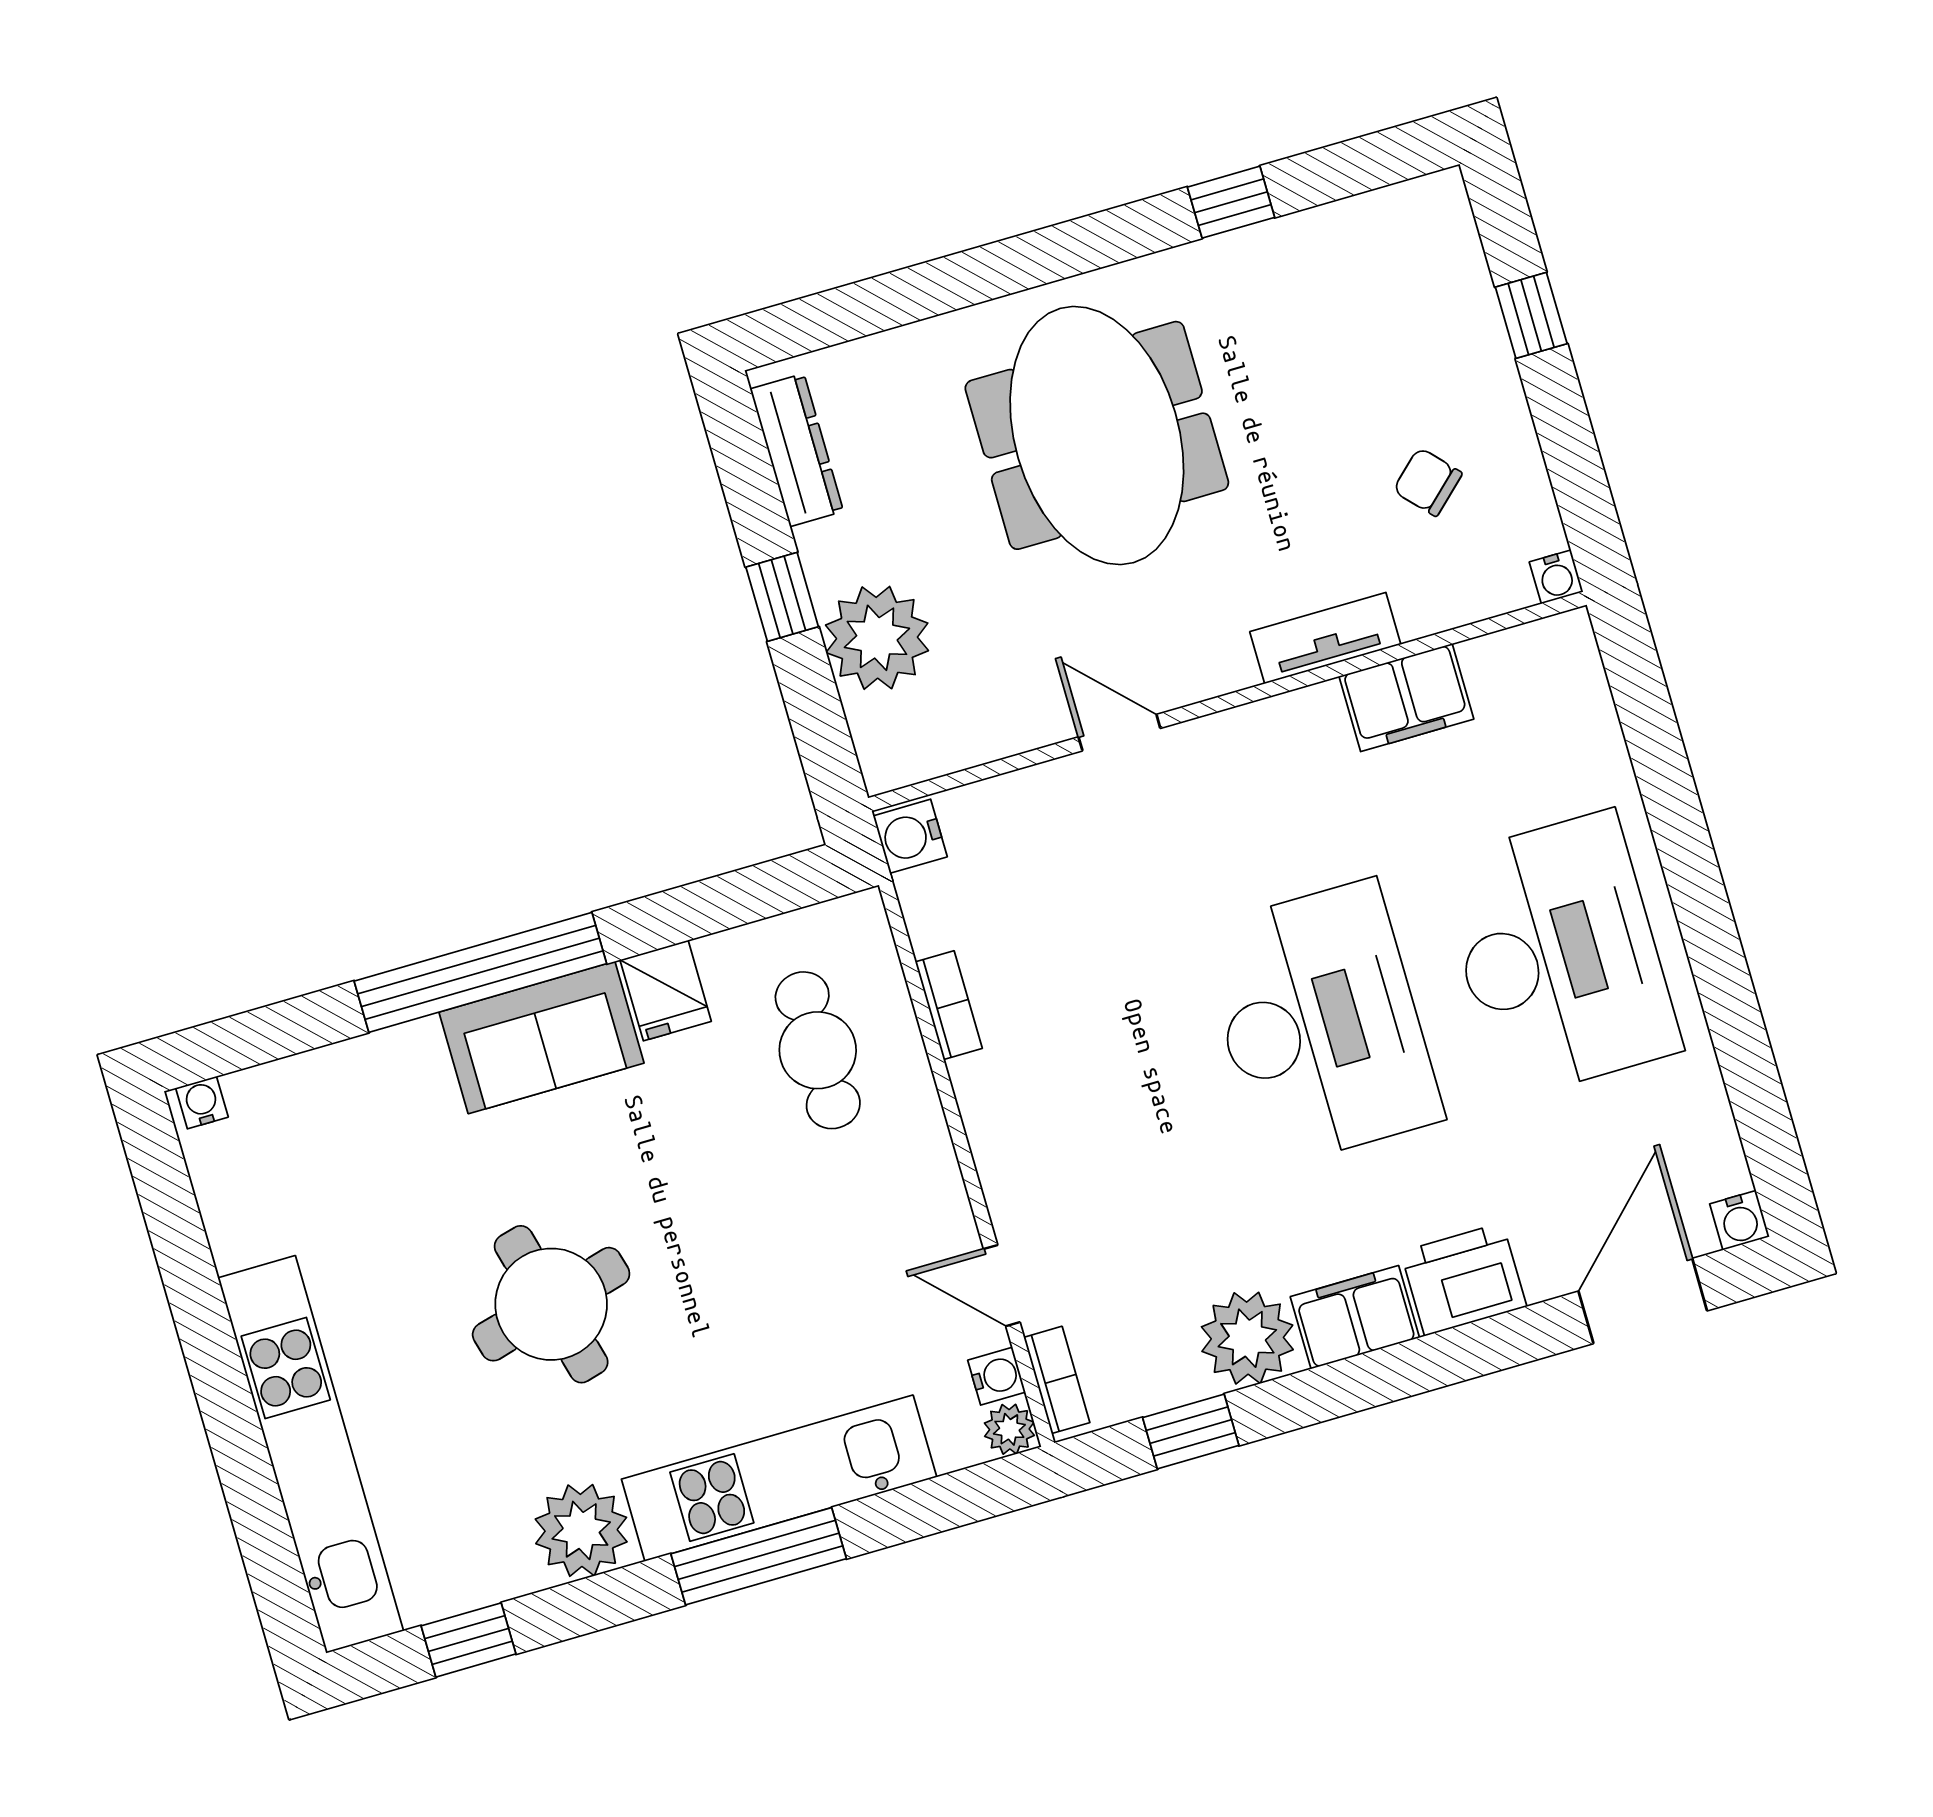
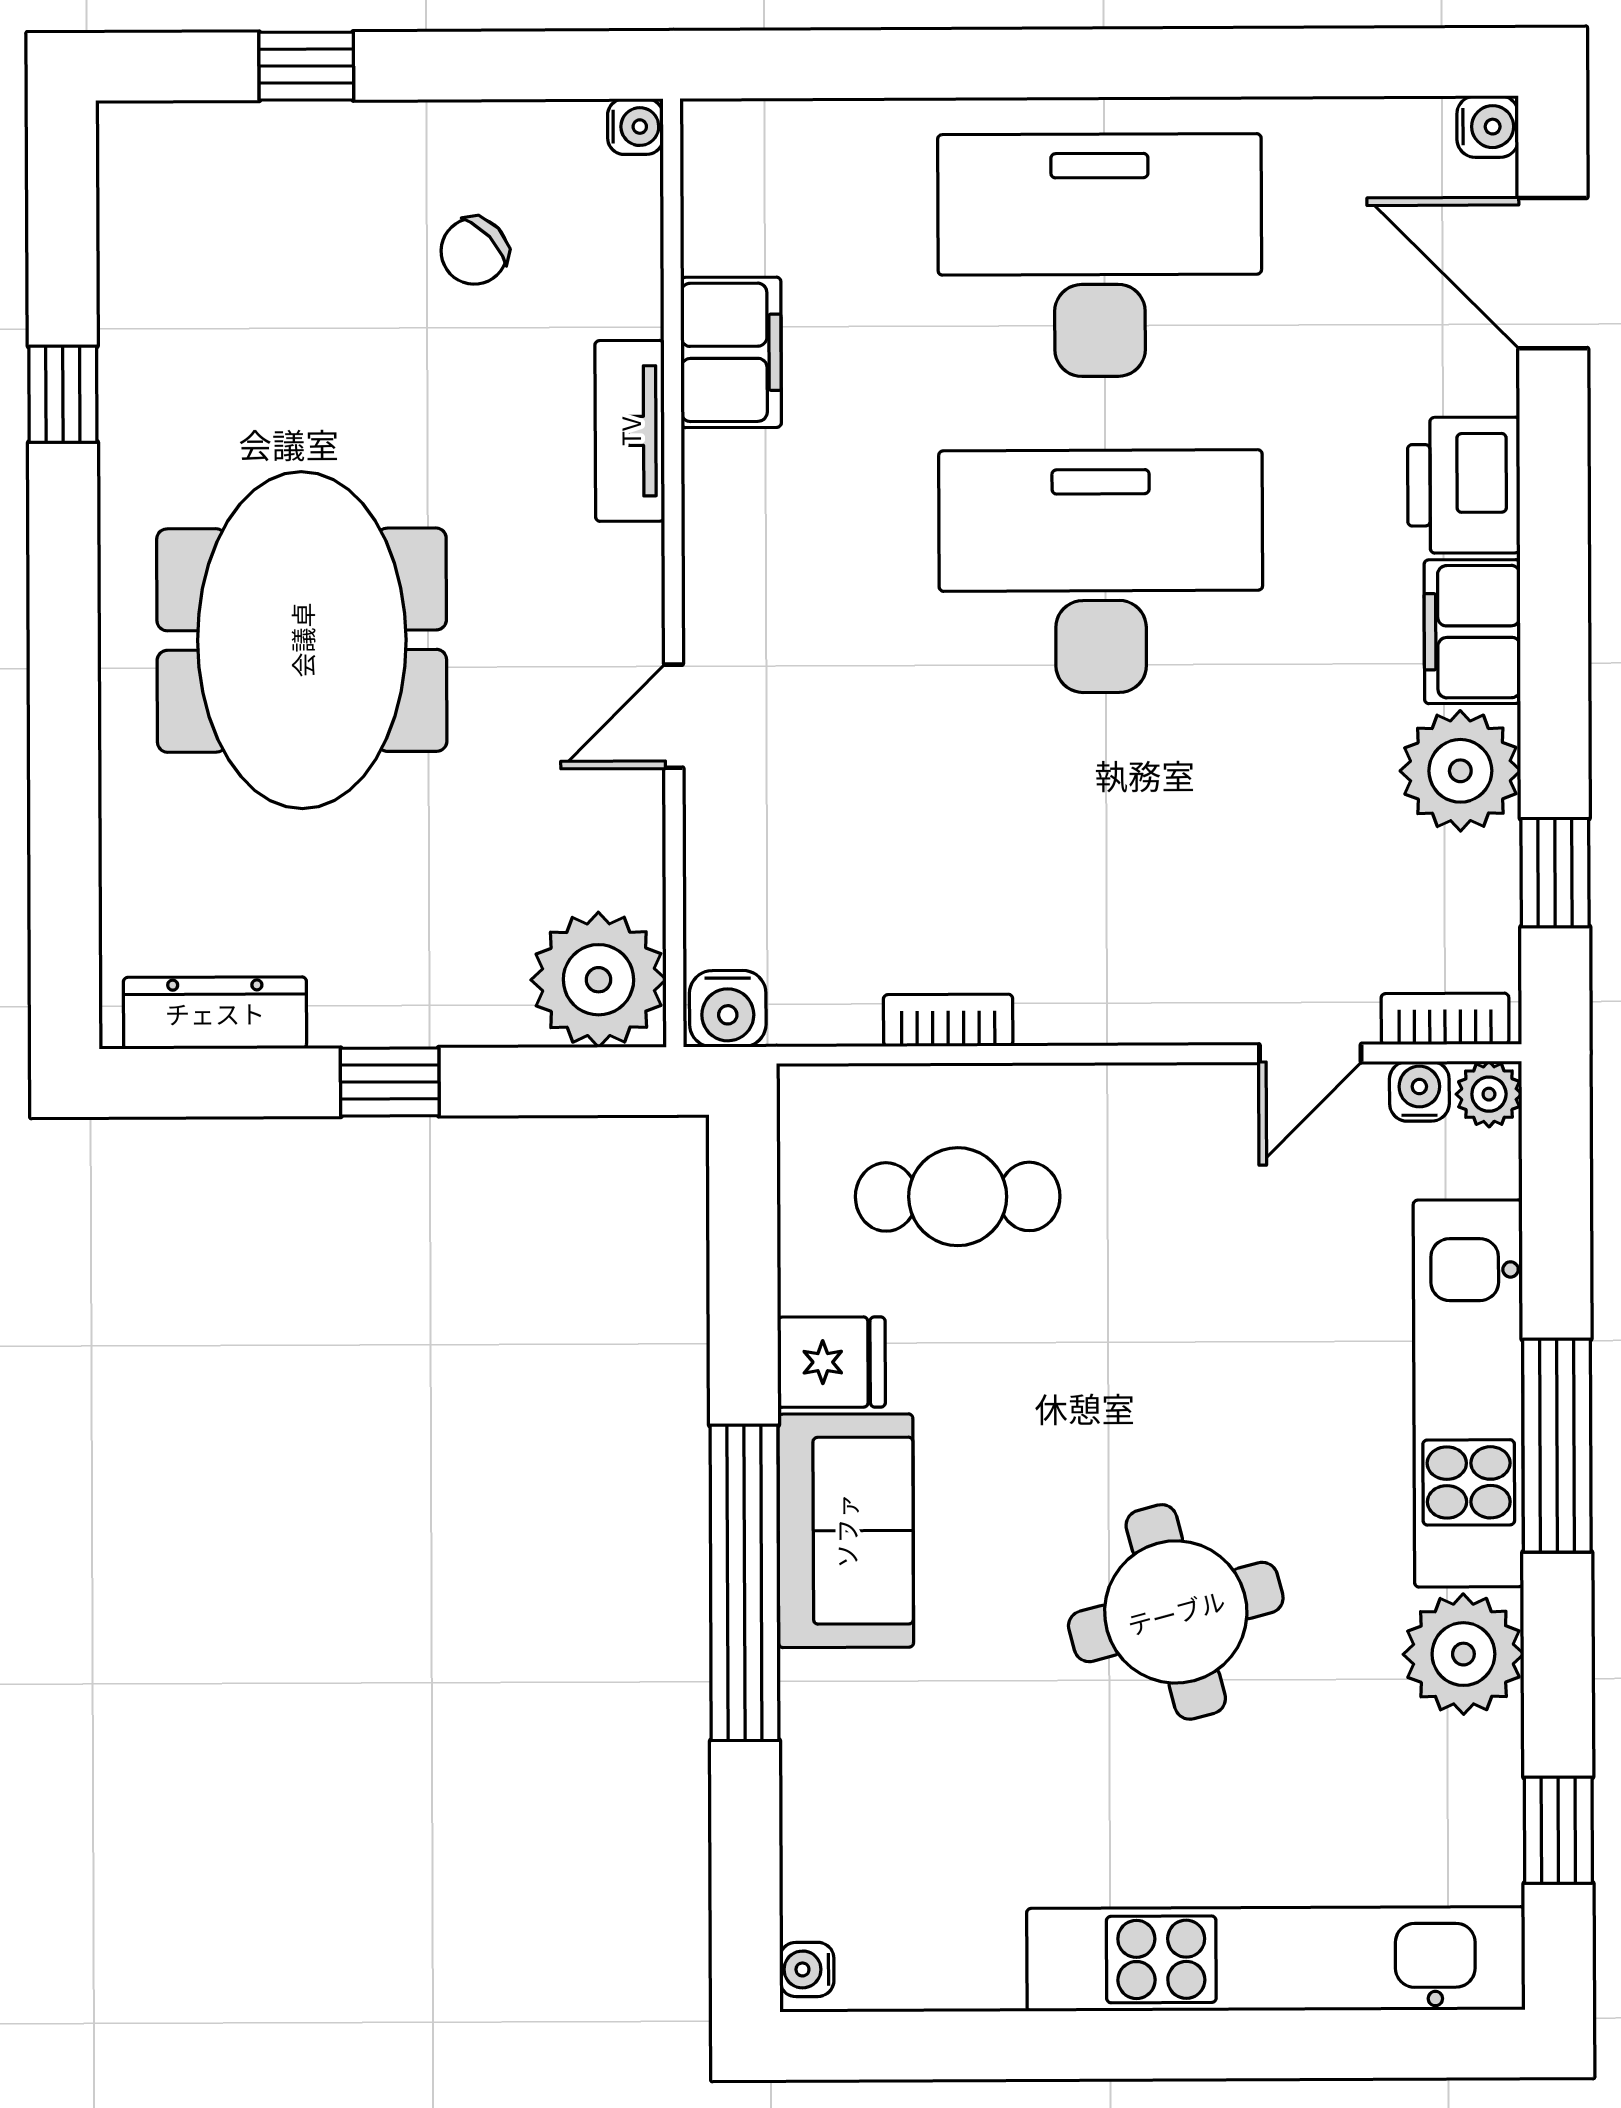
meeting table: (1097, 435) -> (302, 640), turned 90
plant: (877, 638) -> (598, 980), moved

